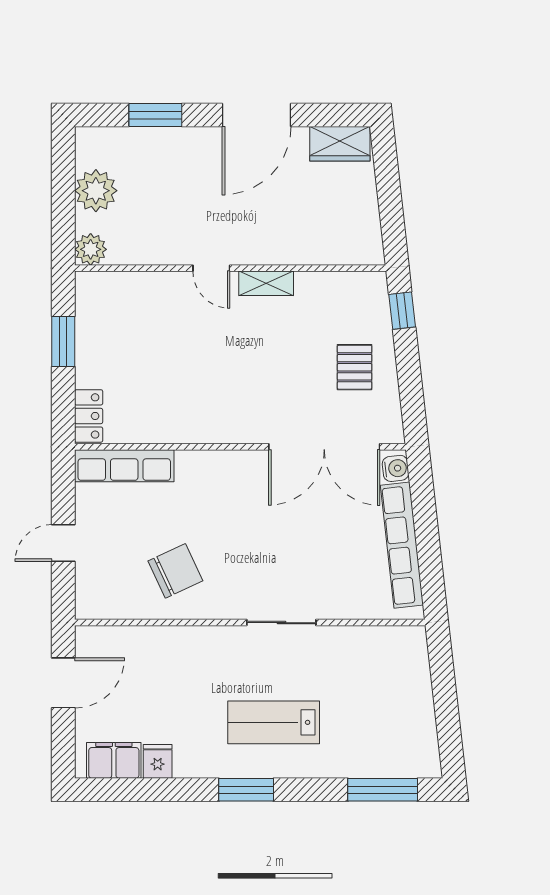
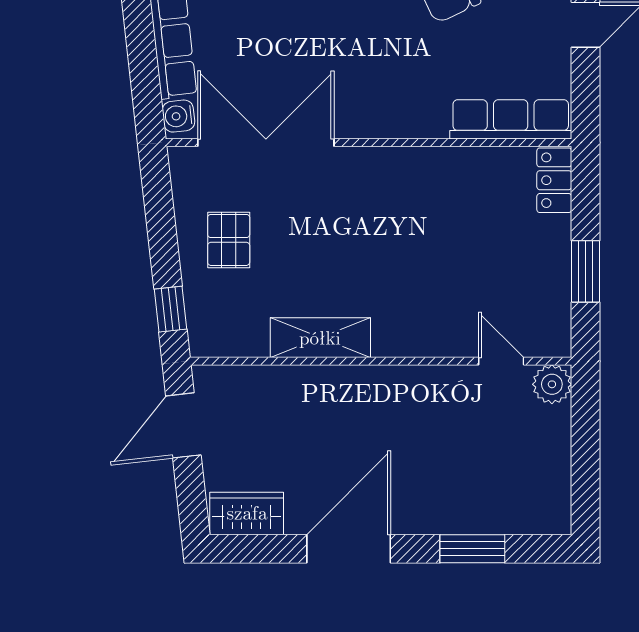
plant: (96, 191) -> (546, 456), removed
door: (392, 216) -> (183, 425), added
door: (211, 268) -> (501, 361), moved
shelving: (266, 283) -> (320, 338), width x1.50, depth x1.33

